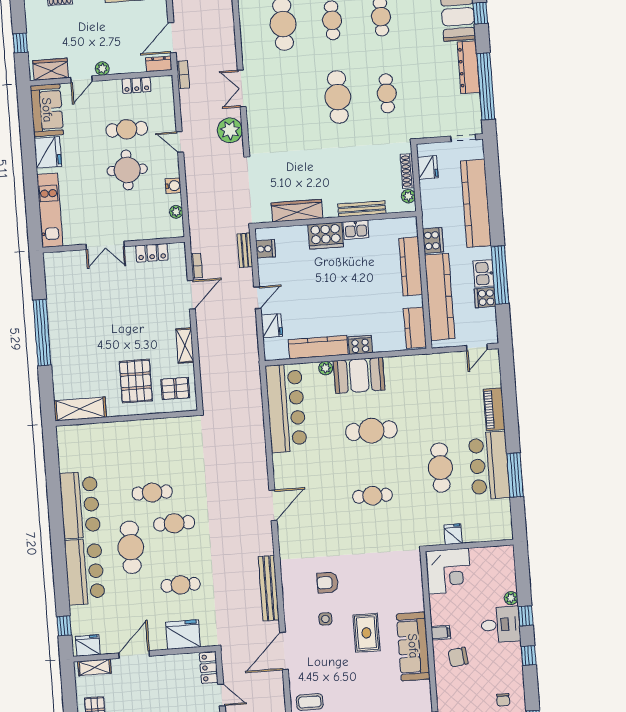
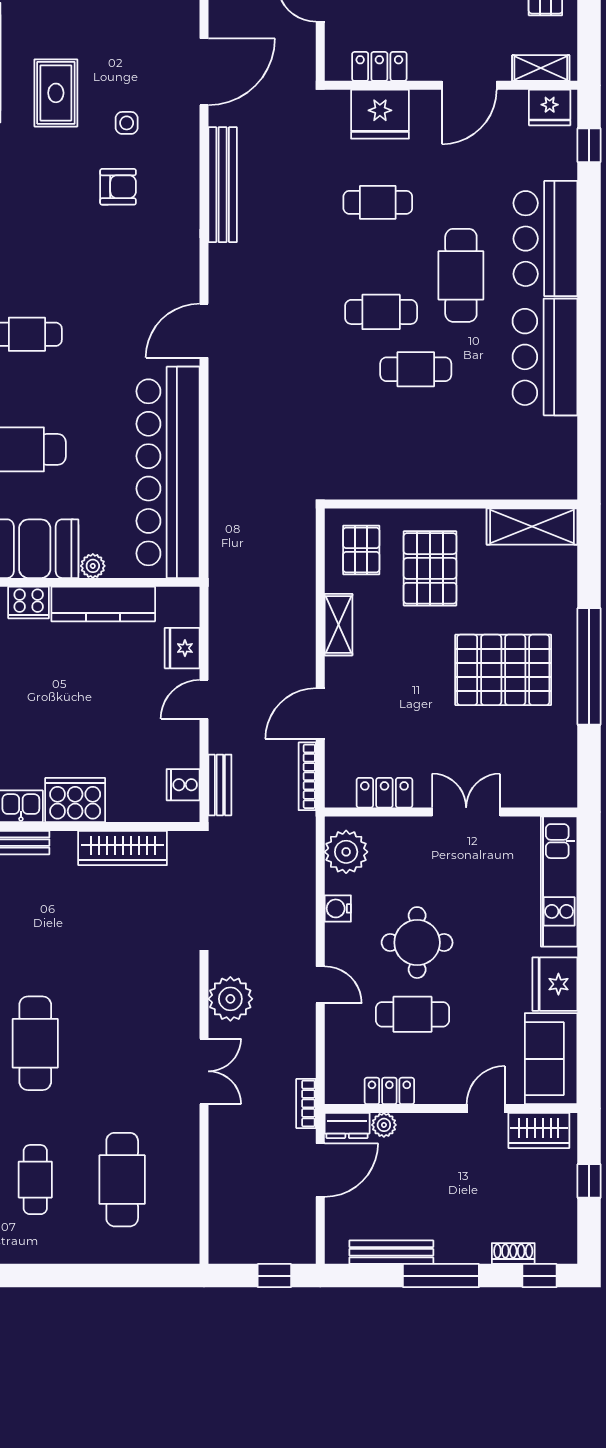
plant: (102, 69) -> (384, 1125), moved
plant: (176, 212) -> (346, 852), width x1.88, depth x1.88
bookcase: (197, 266) -> (307, 776), width x1.56
pallet: (90, 327) -> (503, 670), added
pallet: (175, 388) -> (361, 550), turned 90
bar counter: (286, 408) -> (168, 472), width x1.36
locker: (209, 668) -> (379, 66), moved, turned -90

